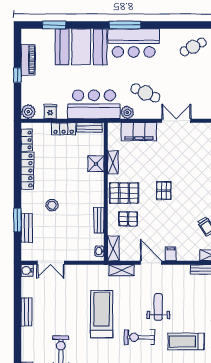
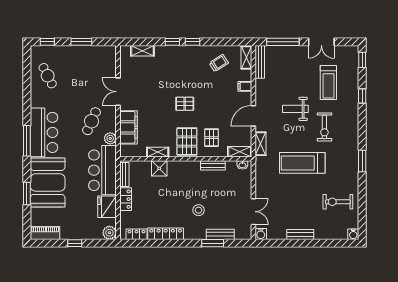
window: (54, 25) -> (27, 194), moved
piano: (28, 60) -> (45, 233), moved
fridge: (50, 112) -> (107, 207), width x1.88, depth x1.34
filing cabinet: (171, 254) -> (245, 86), moved

